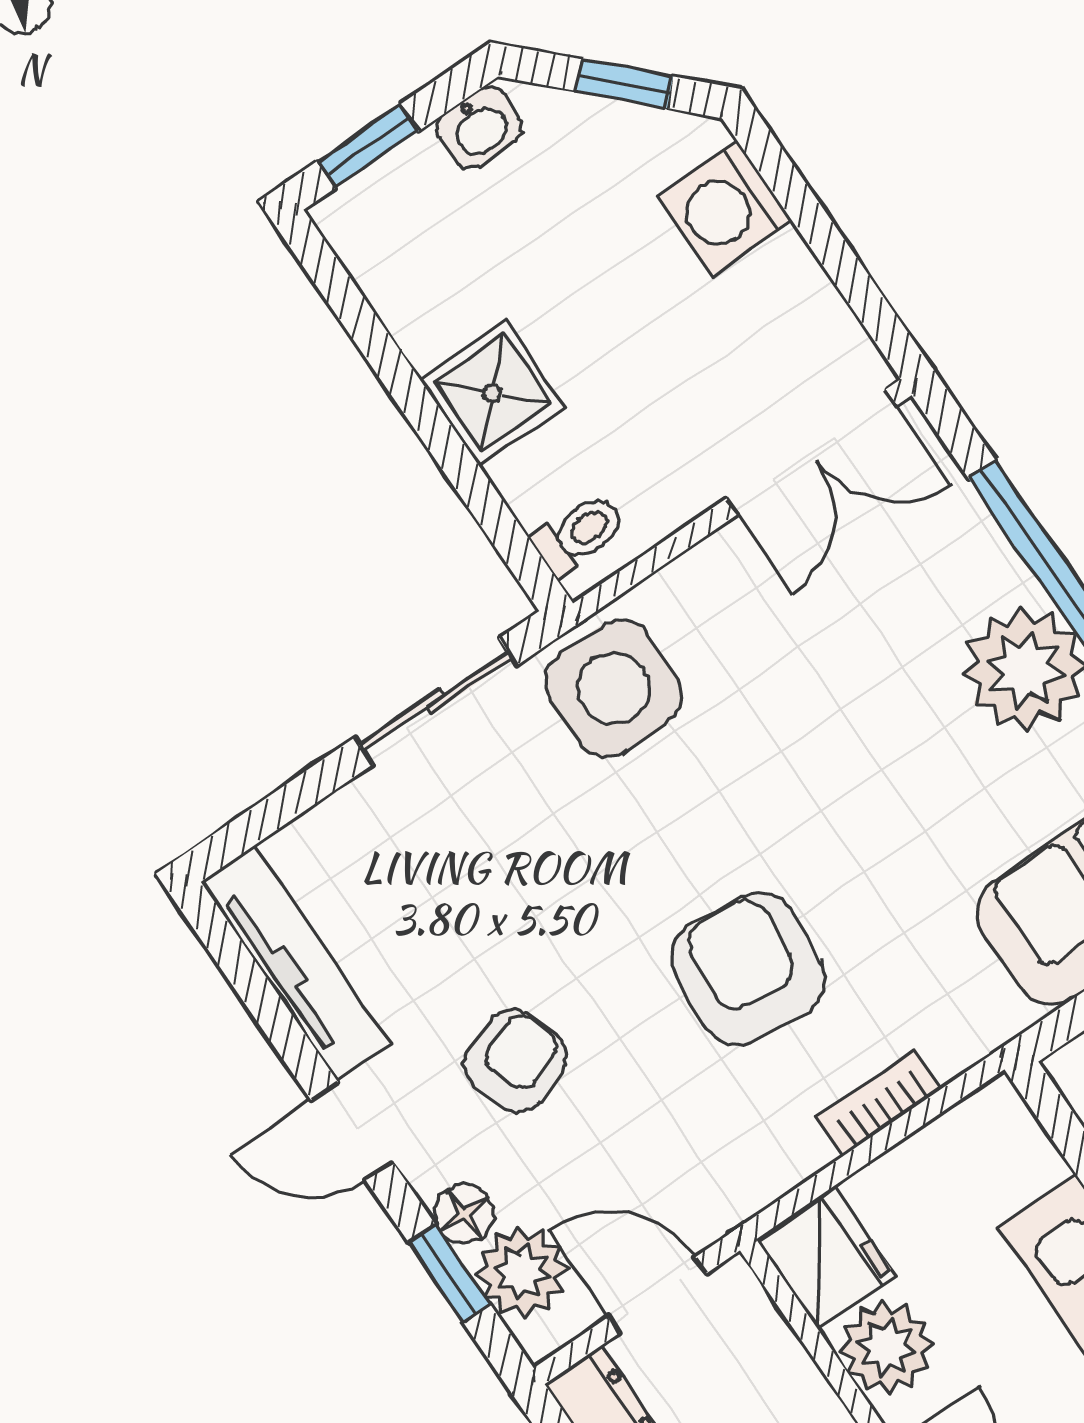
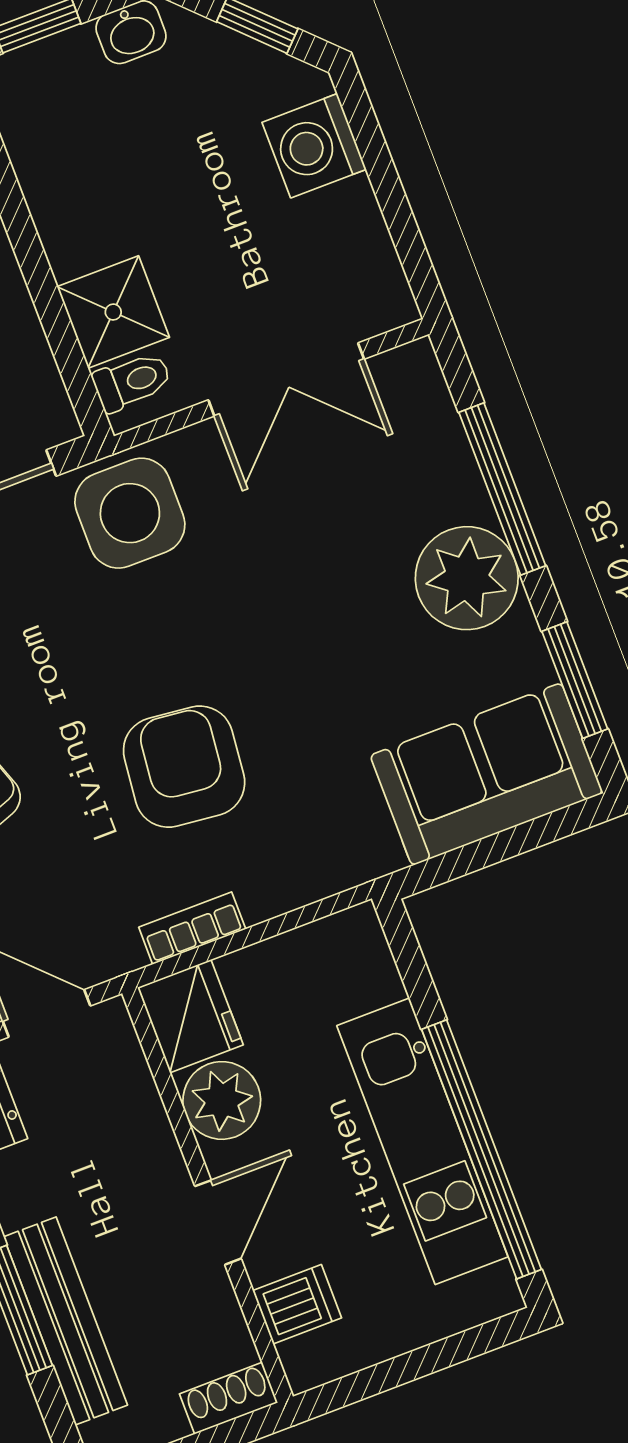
shower: (492, 393) -> (113, 312), moved
double door: (811, 452) -> (286, 380), moved
bookcase: (879, 1103) -> (192, 928), moved

